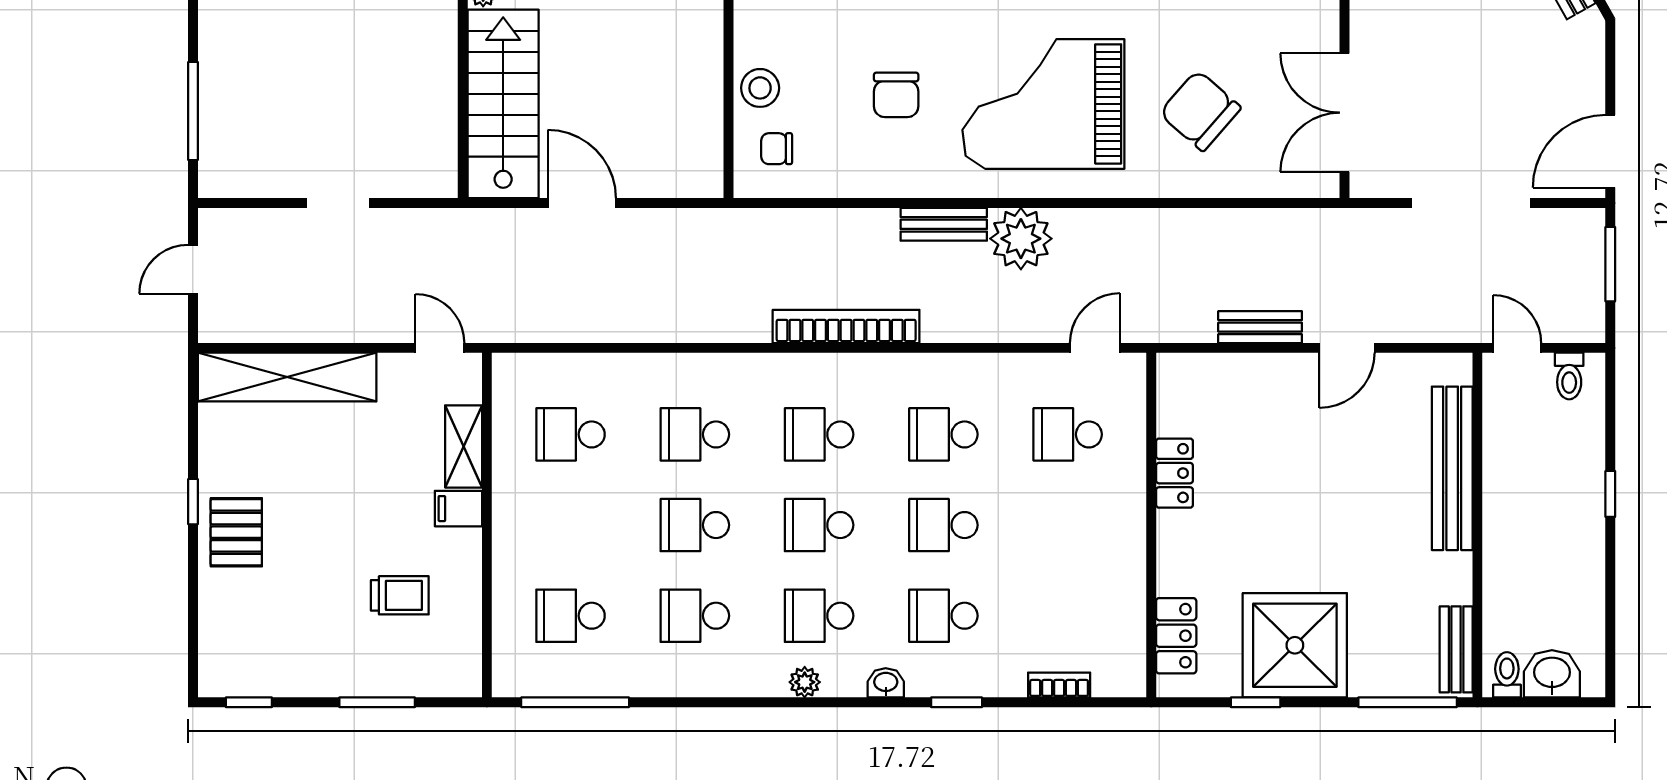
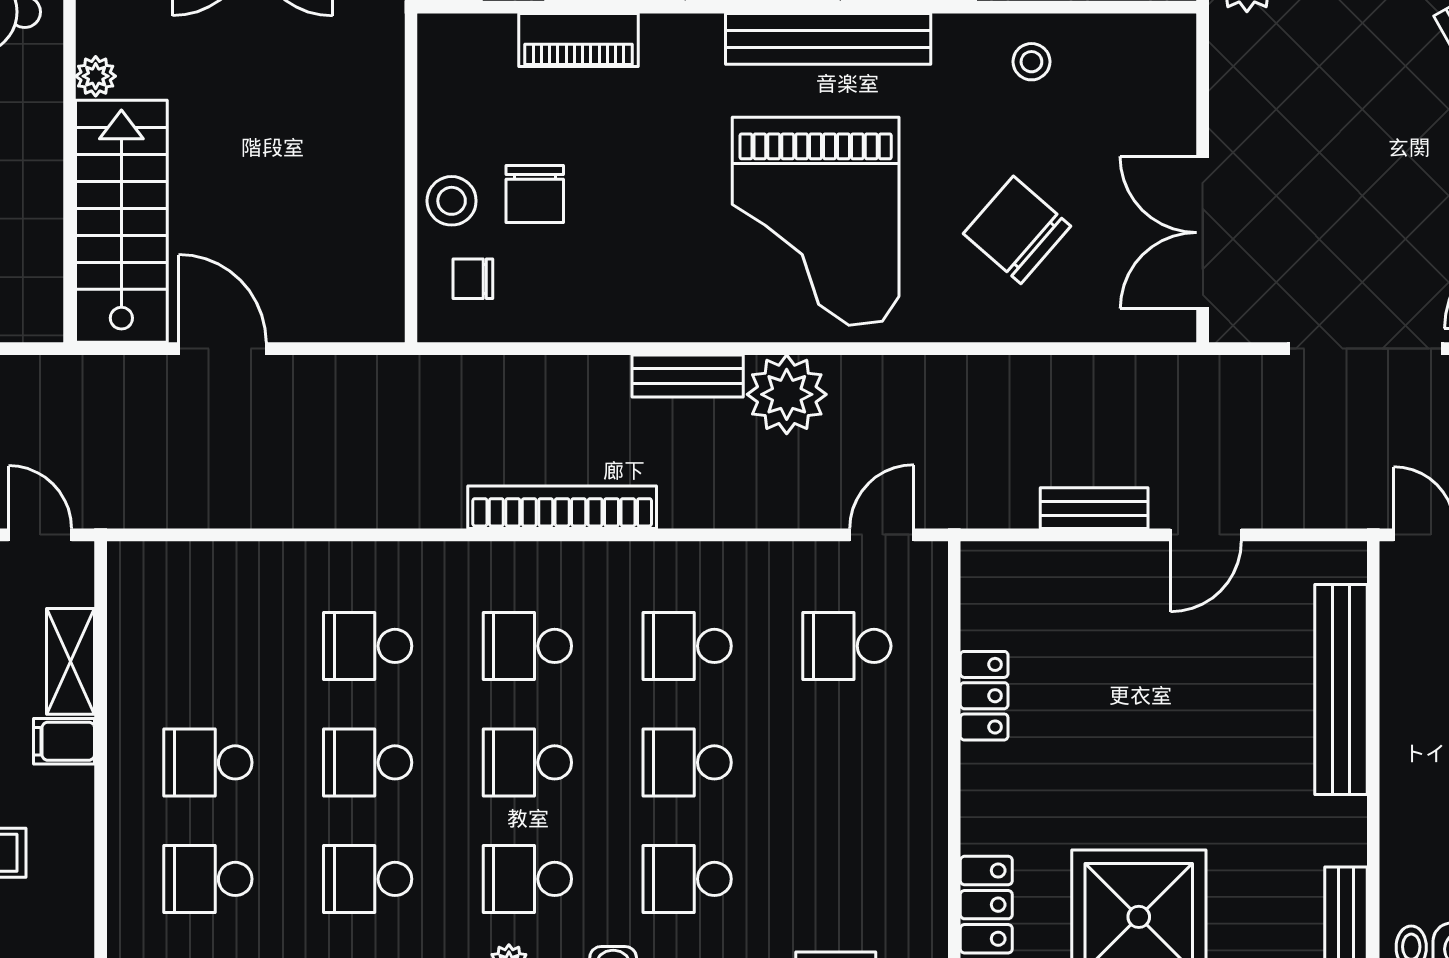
chair: (896, 95) -> (535, 194), moved
grand piano: (1043, 104) -> (816, 221), turned -90
school desk: (570, 434) -> (208, 762), moved

